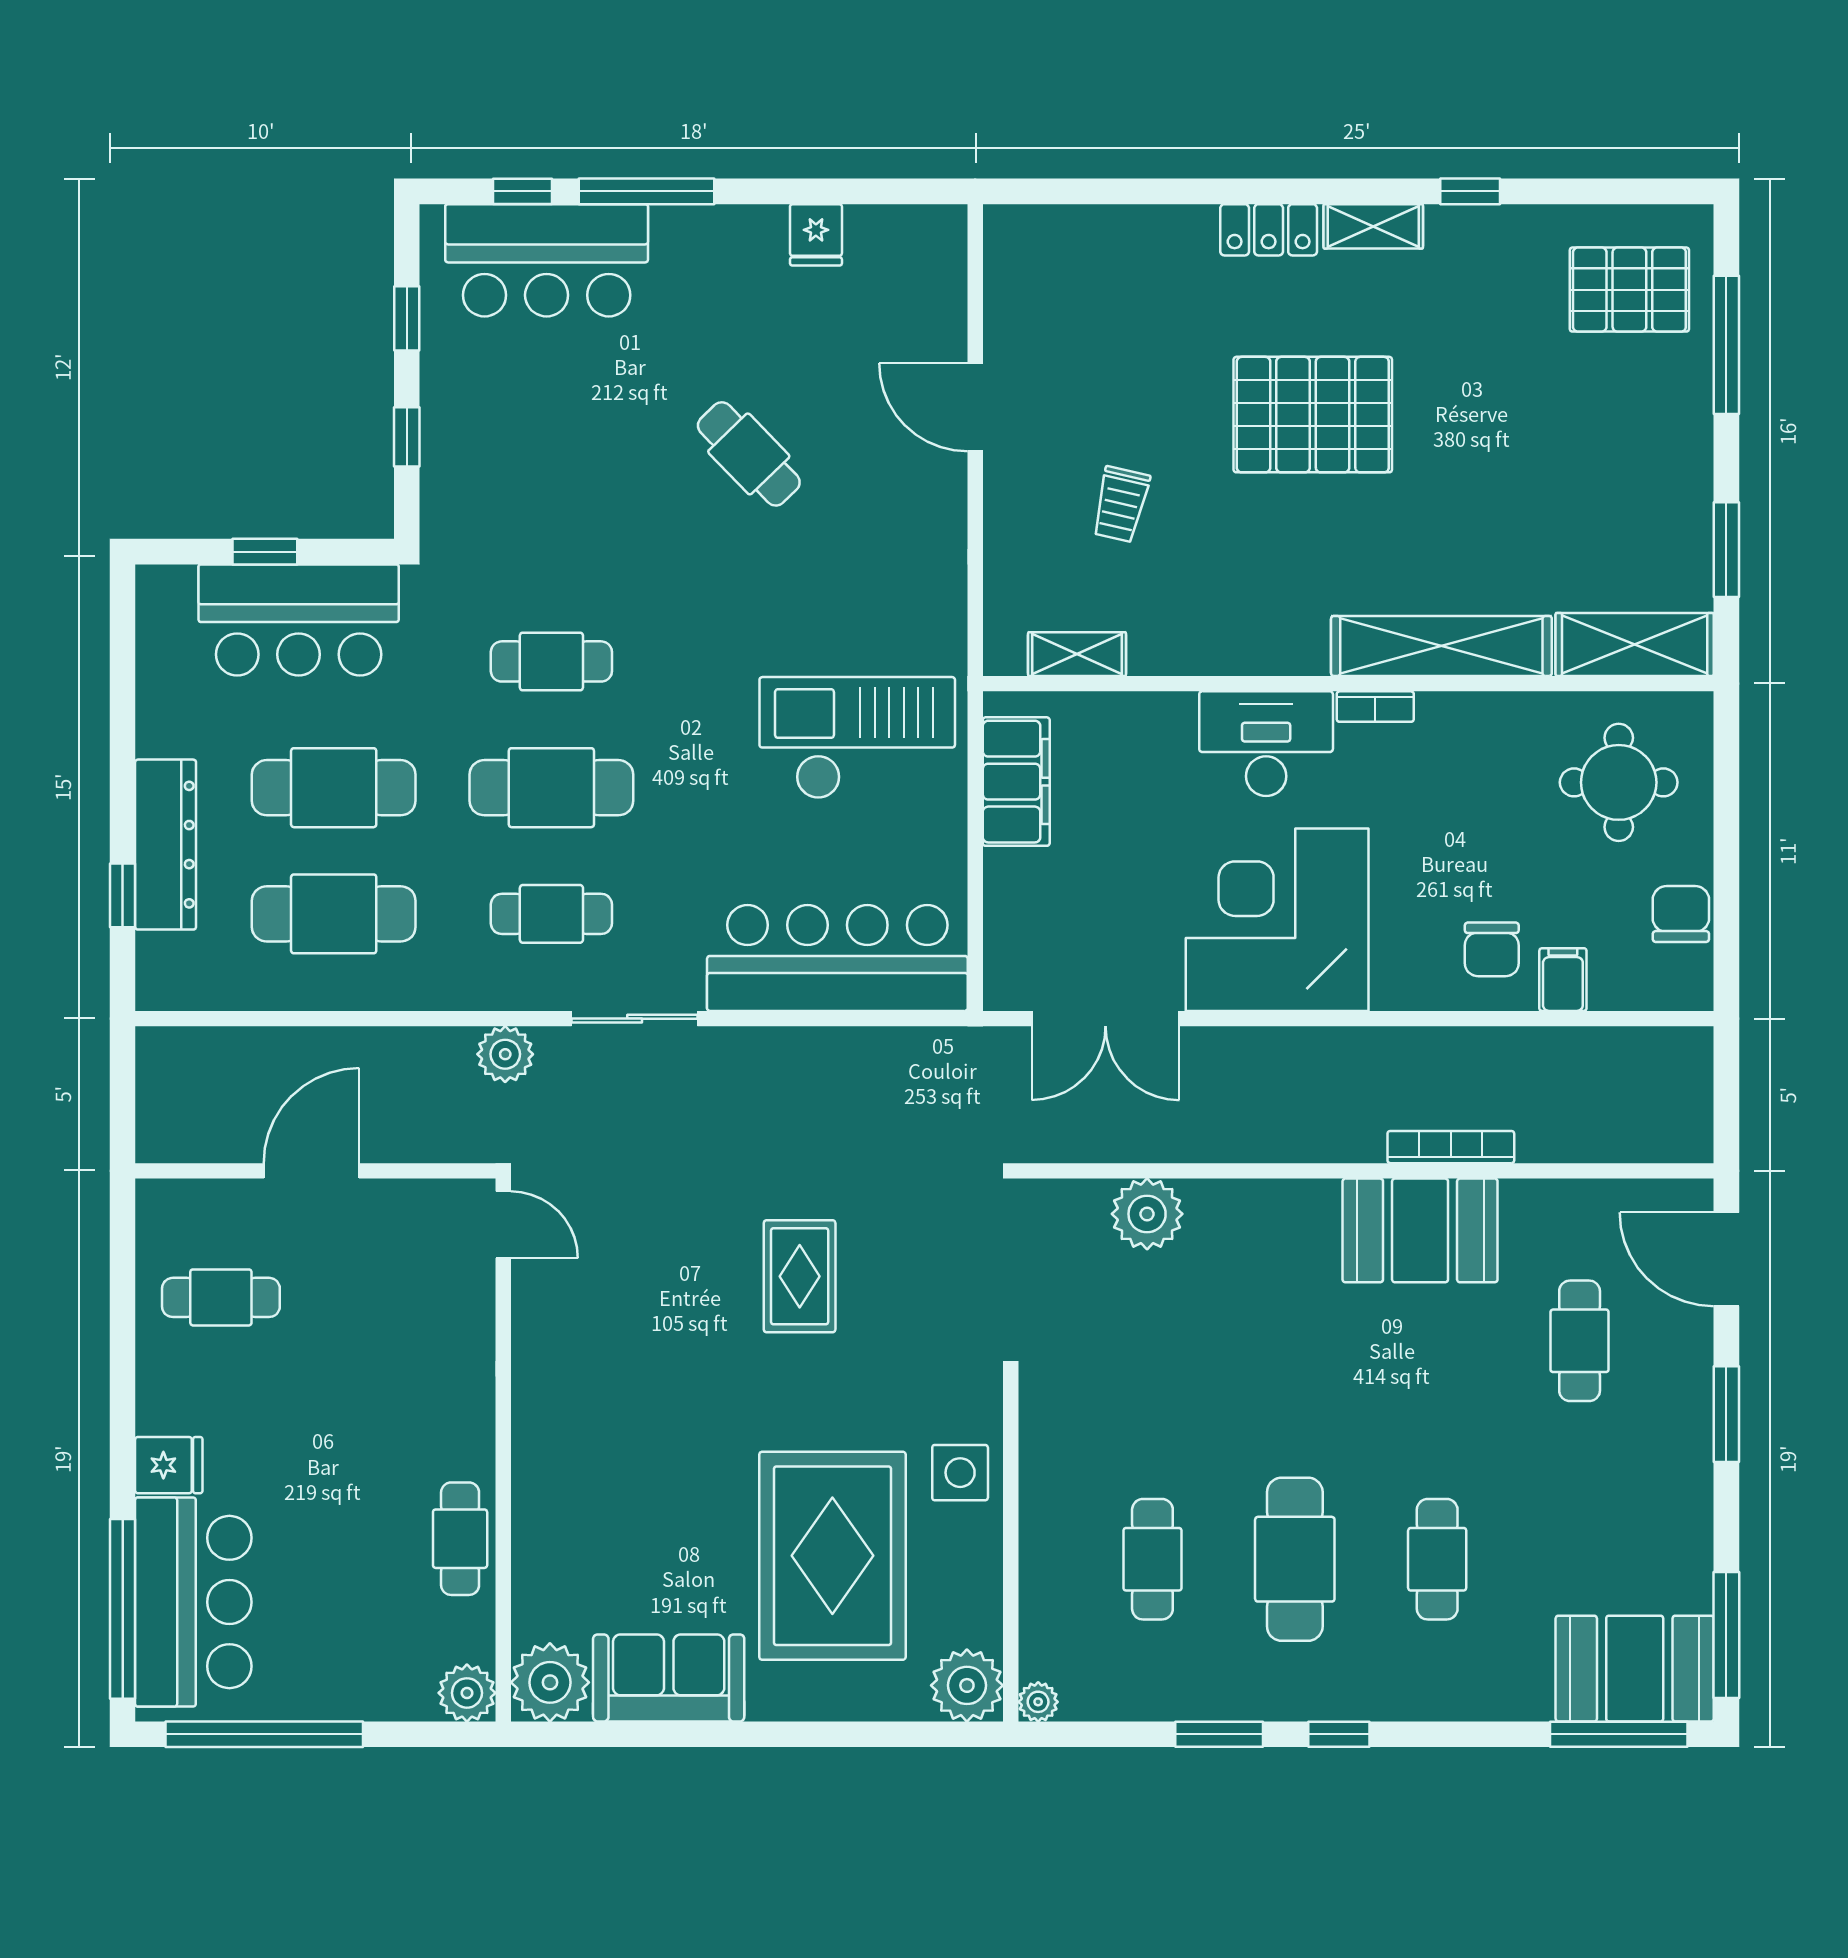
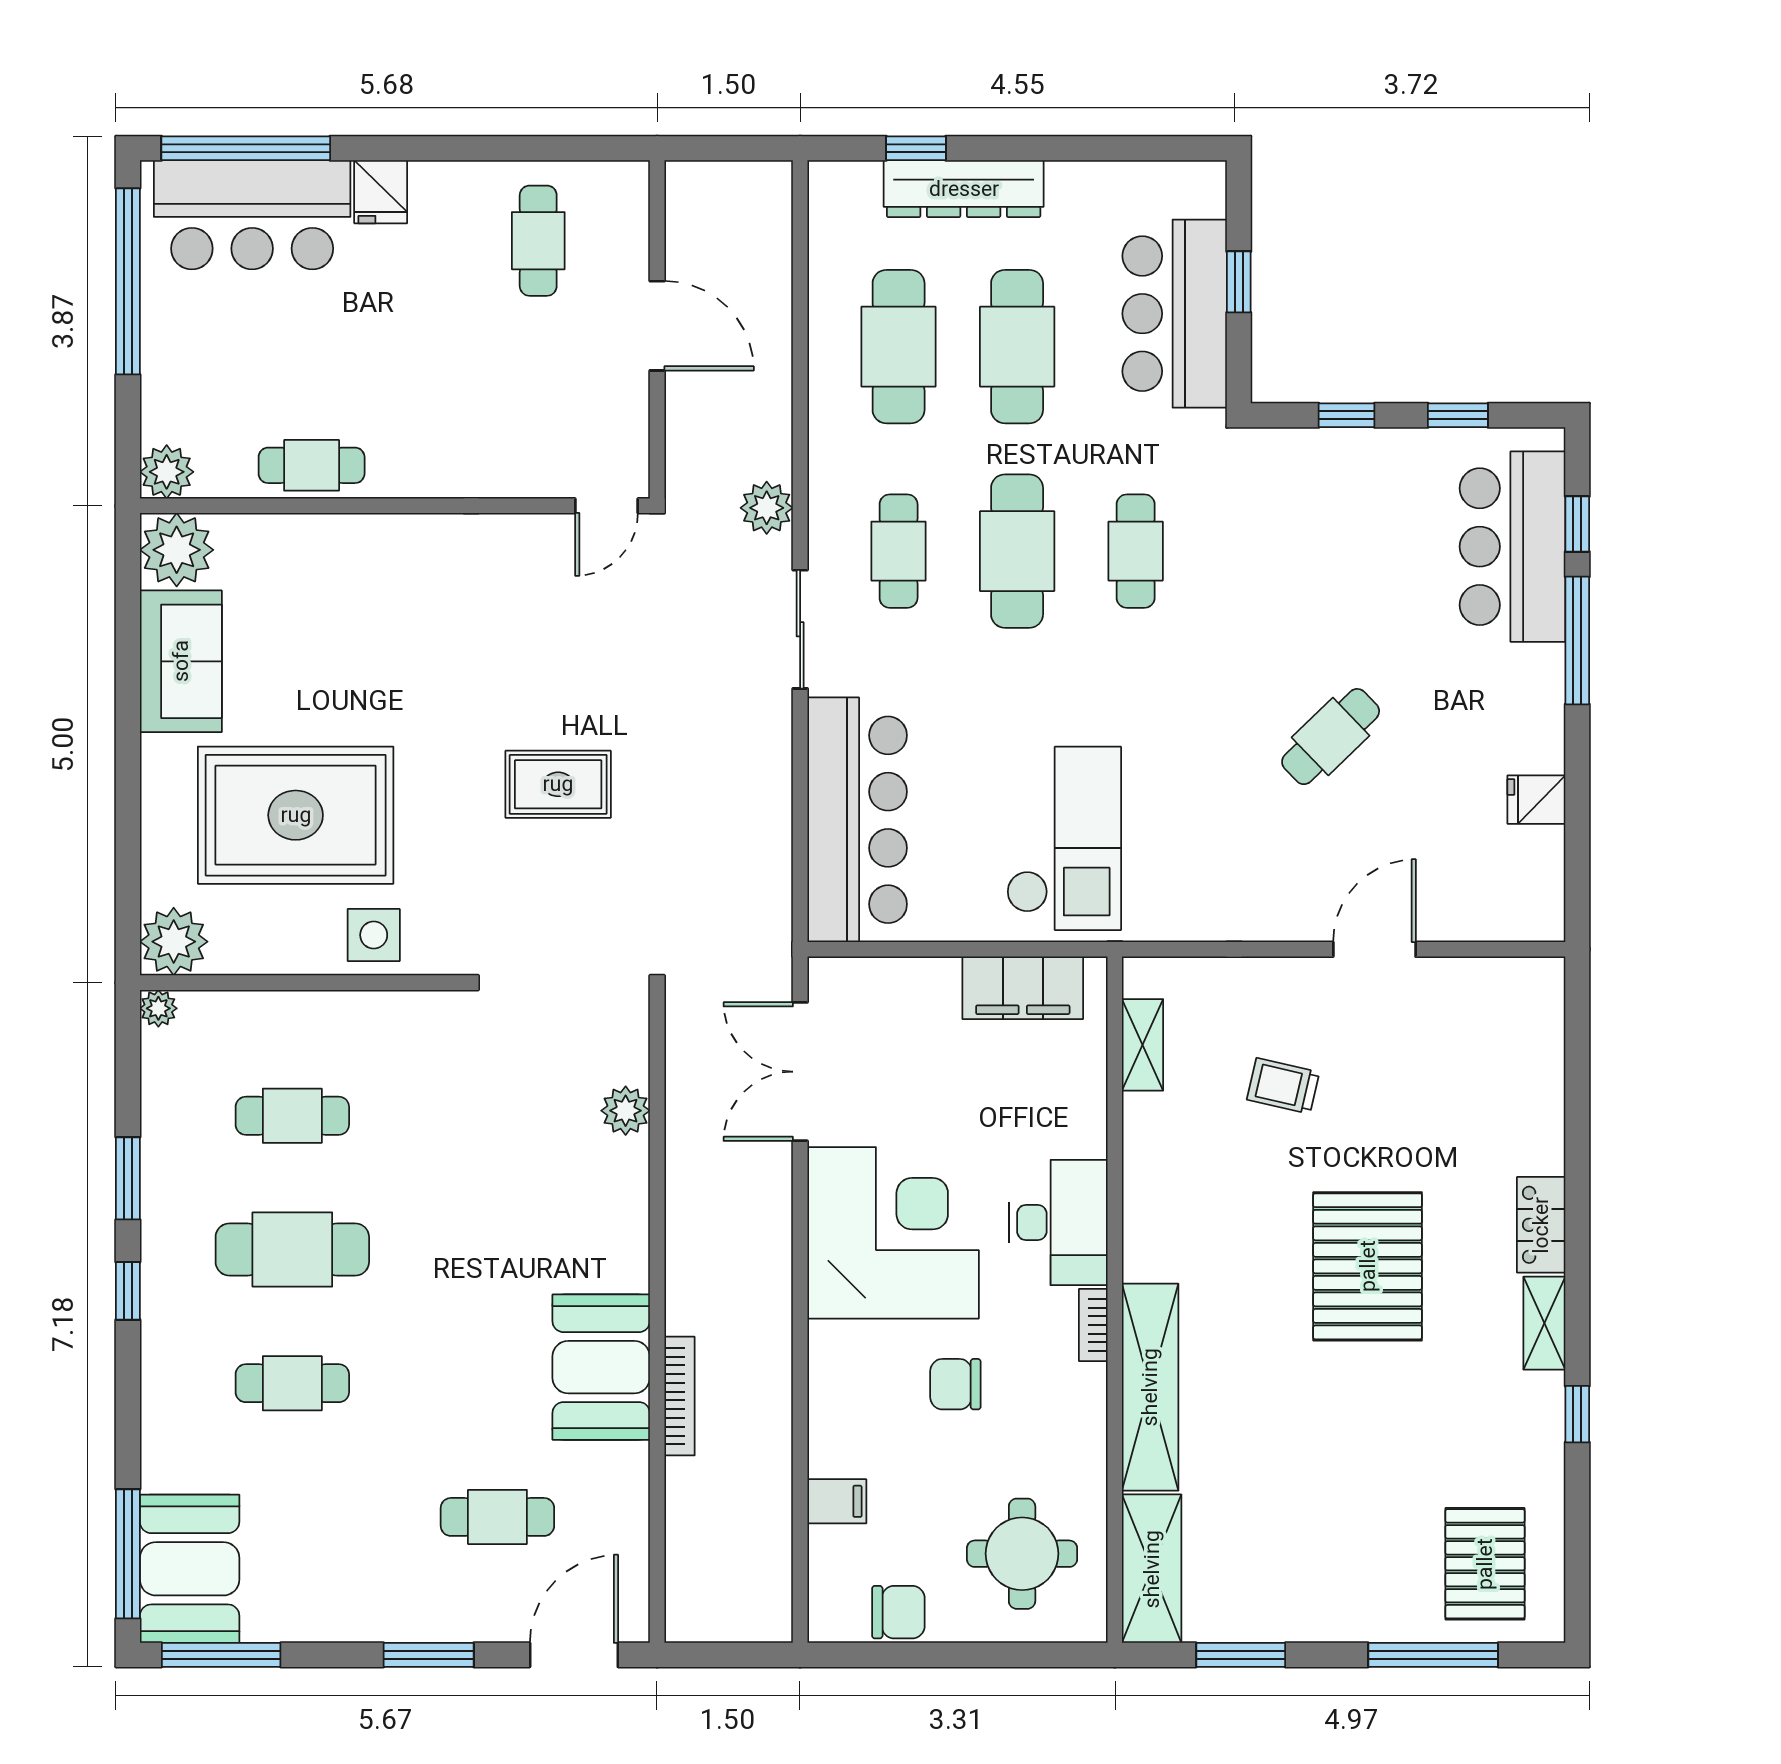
chair: (1492, 949) -> (955, 1384), moved
plant: (1147, 1214) -> (626, 1111), width x0.73, depth x0.73

